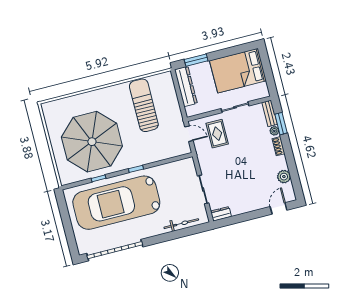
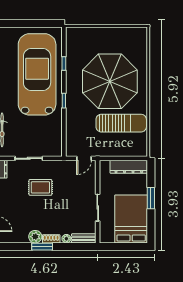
window: (196, 60) -> (151, 198), moved
window: (281, 124) -> (42, 247), moved
rug: (217, 134) -> (40, 187), moved
parasol: (92, 142) -> (110, 81), moved
plant: (284, 177) -> (35, 237), moved

